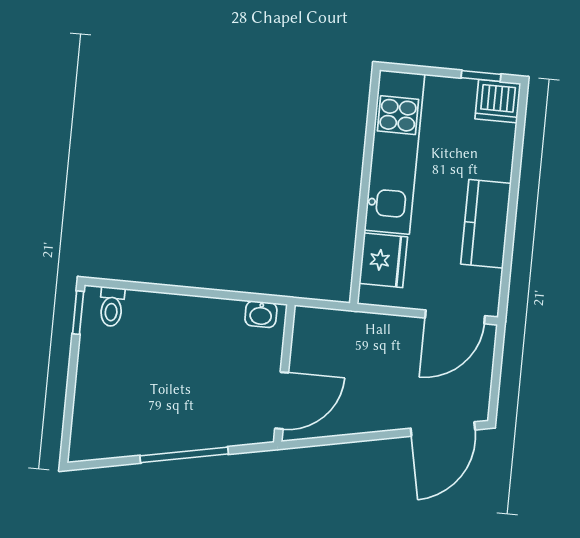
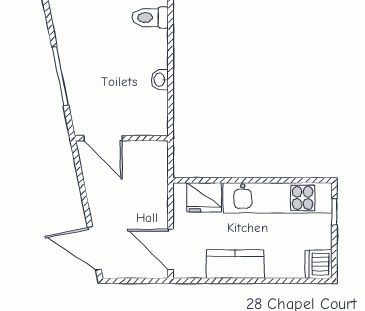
window: (481, 76) -> (334, 212), moved
toilet: (112, 307) -> (150, 18), width x1.37, depth x1.39
washbasin: (261, 314) -> (160, 80), moved

